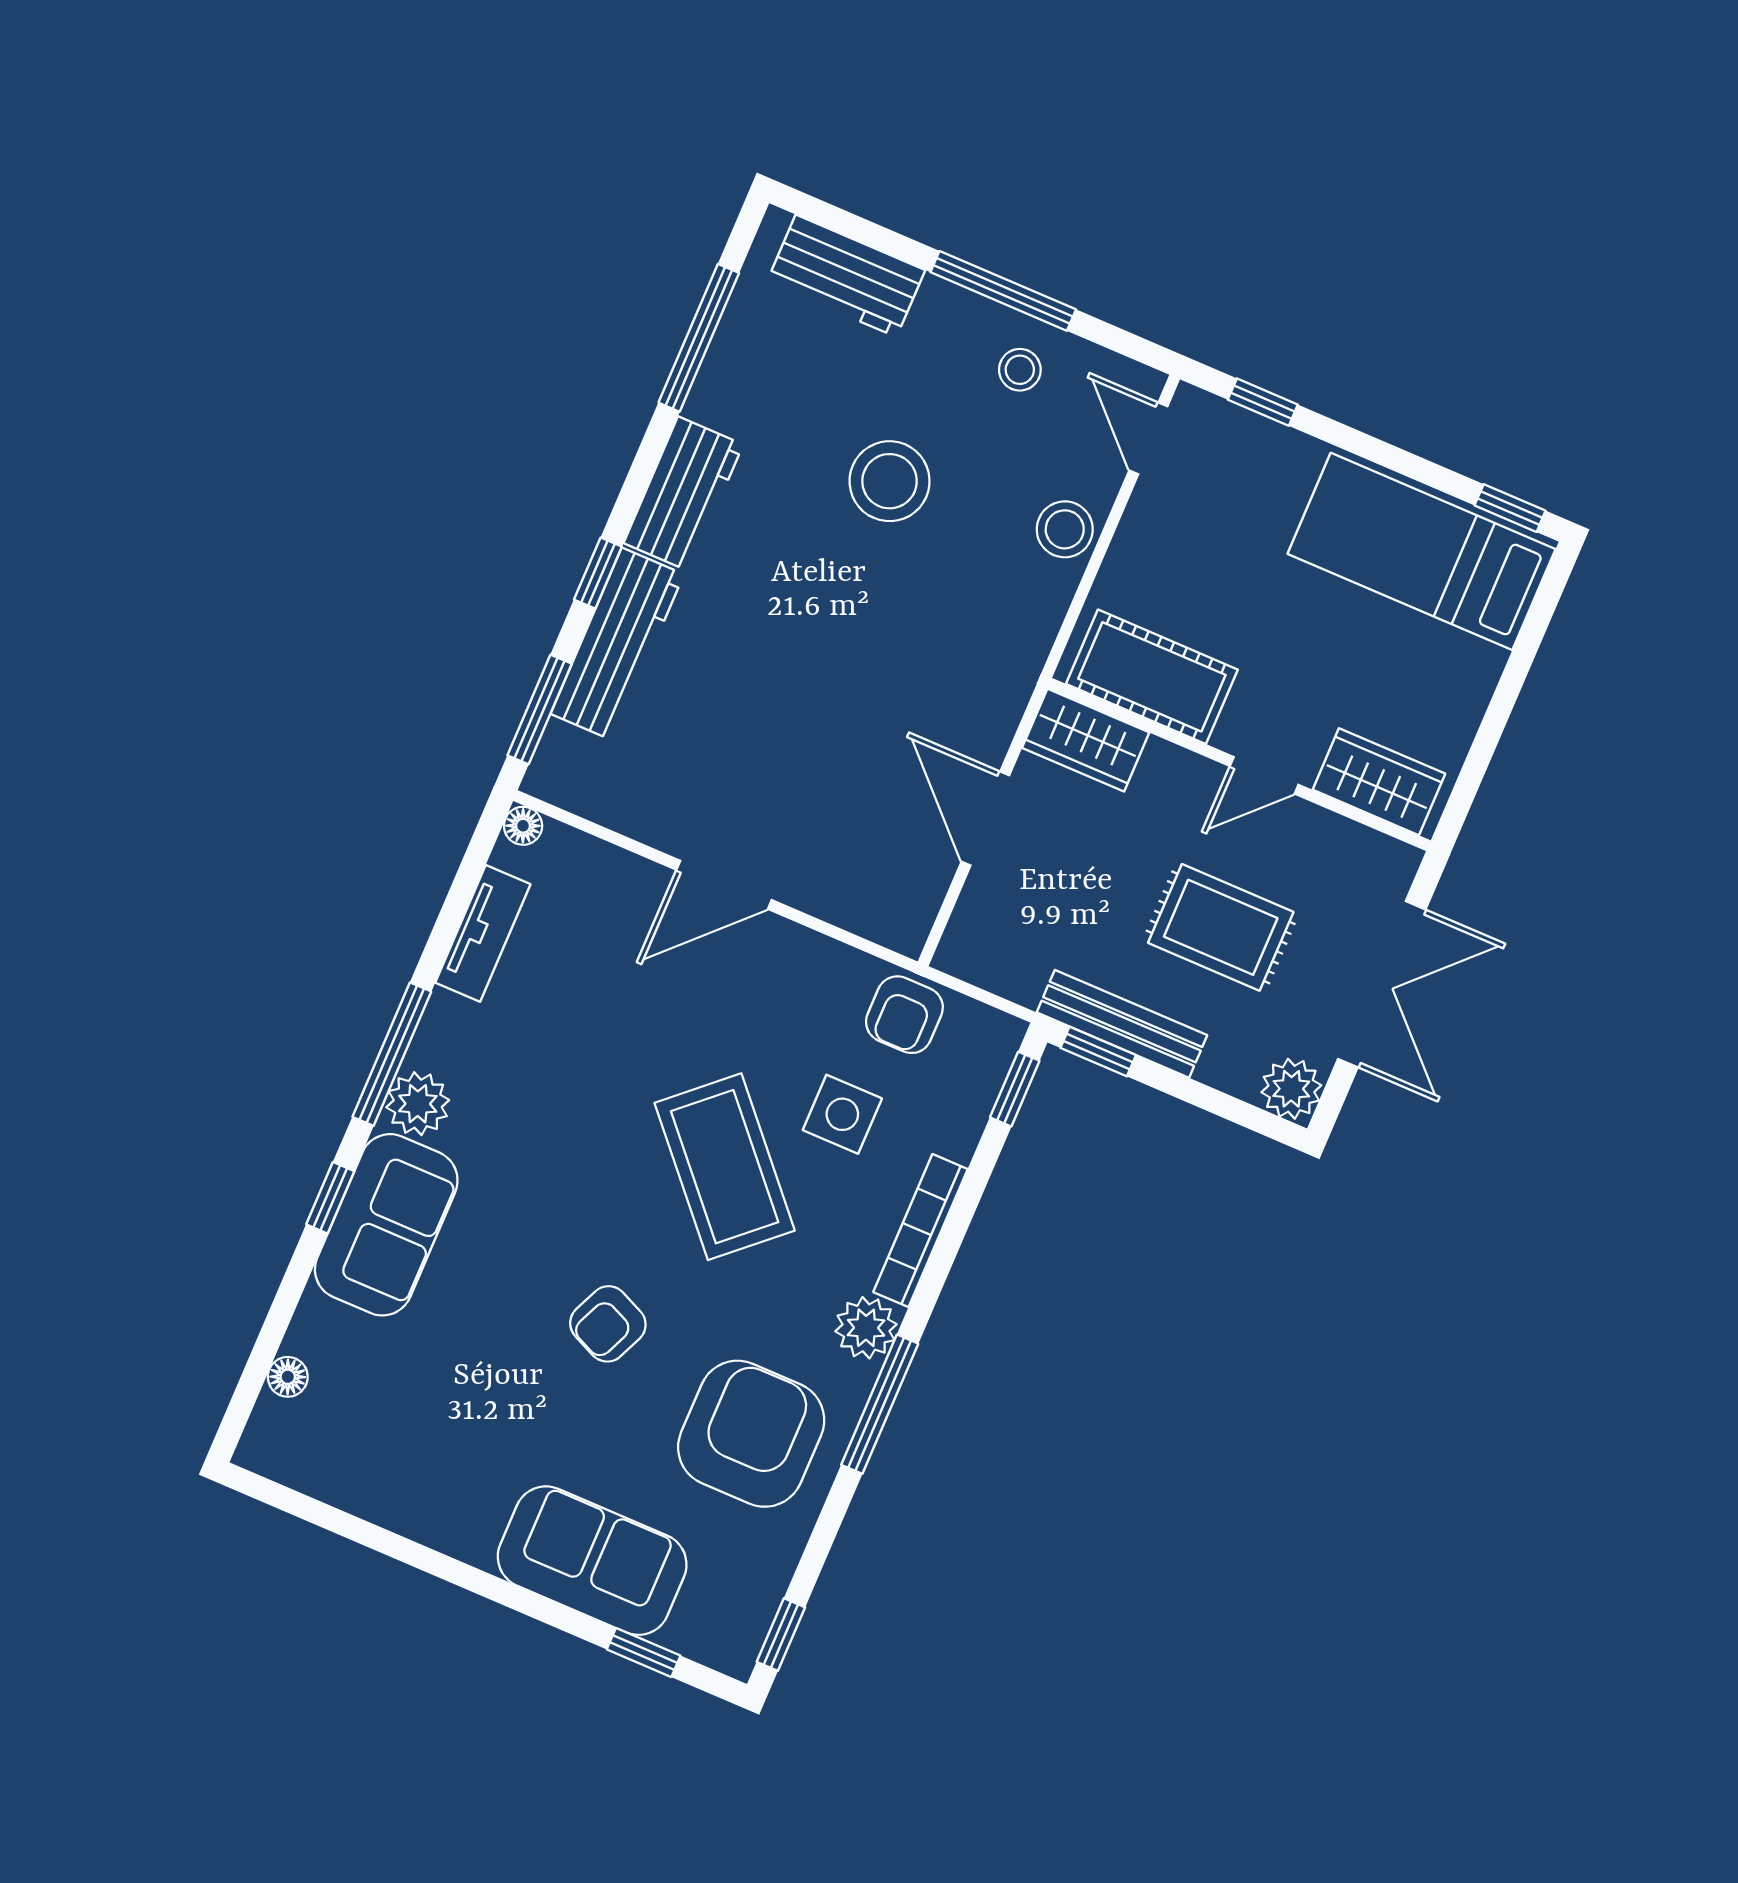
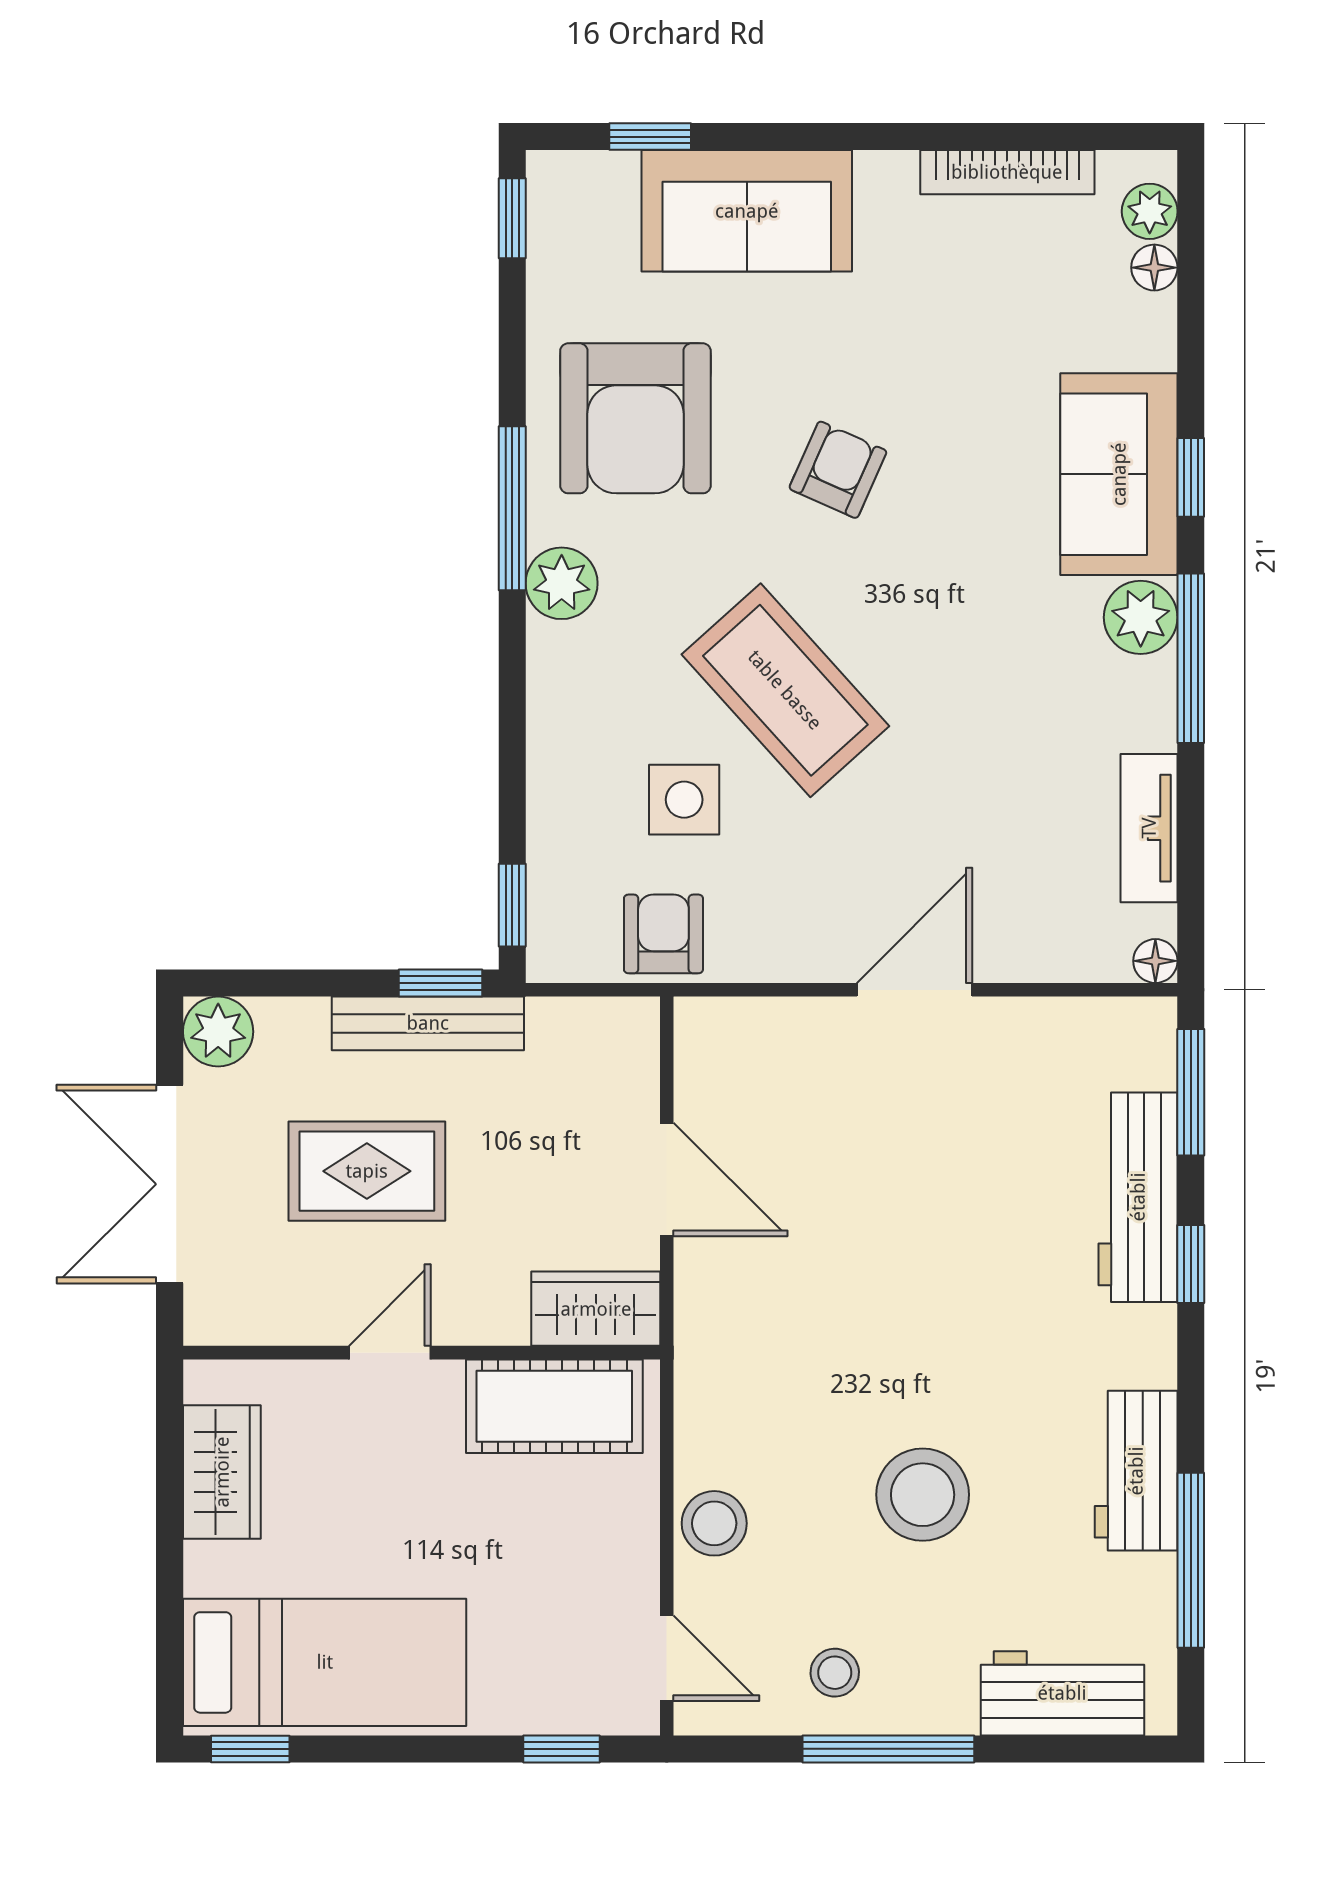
workbench: (683, 494) -> (1136, 1471), moved
wardrobe: (1379, 782) -> (222, 1472), moved, turned -90
bookcase: (920, 1231) -> (1007, 172), moved, turned 90
plant: (272, 1423) -> (1150, 211), added

